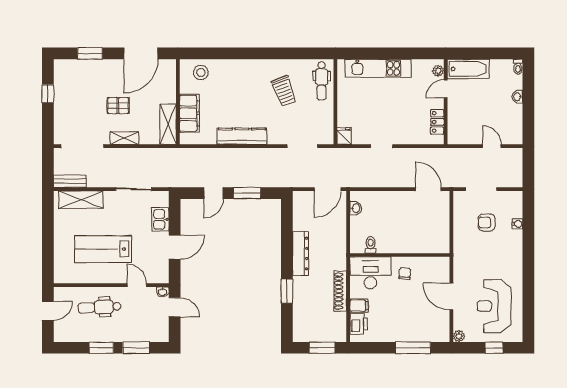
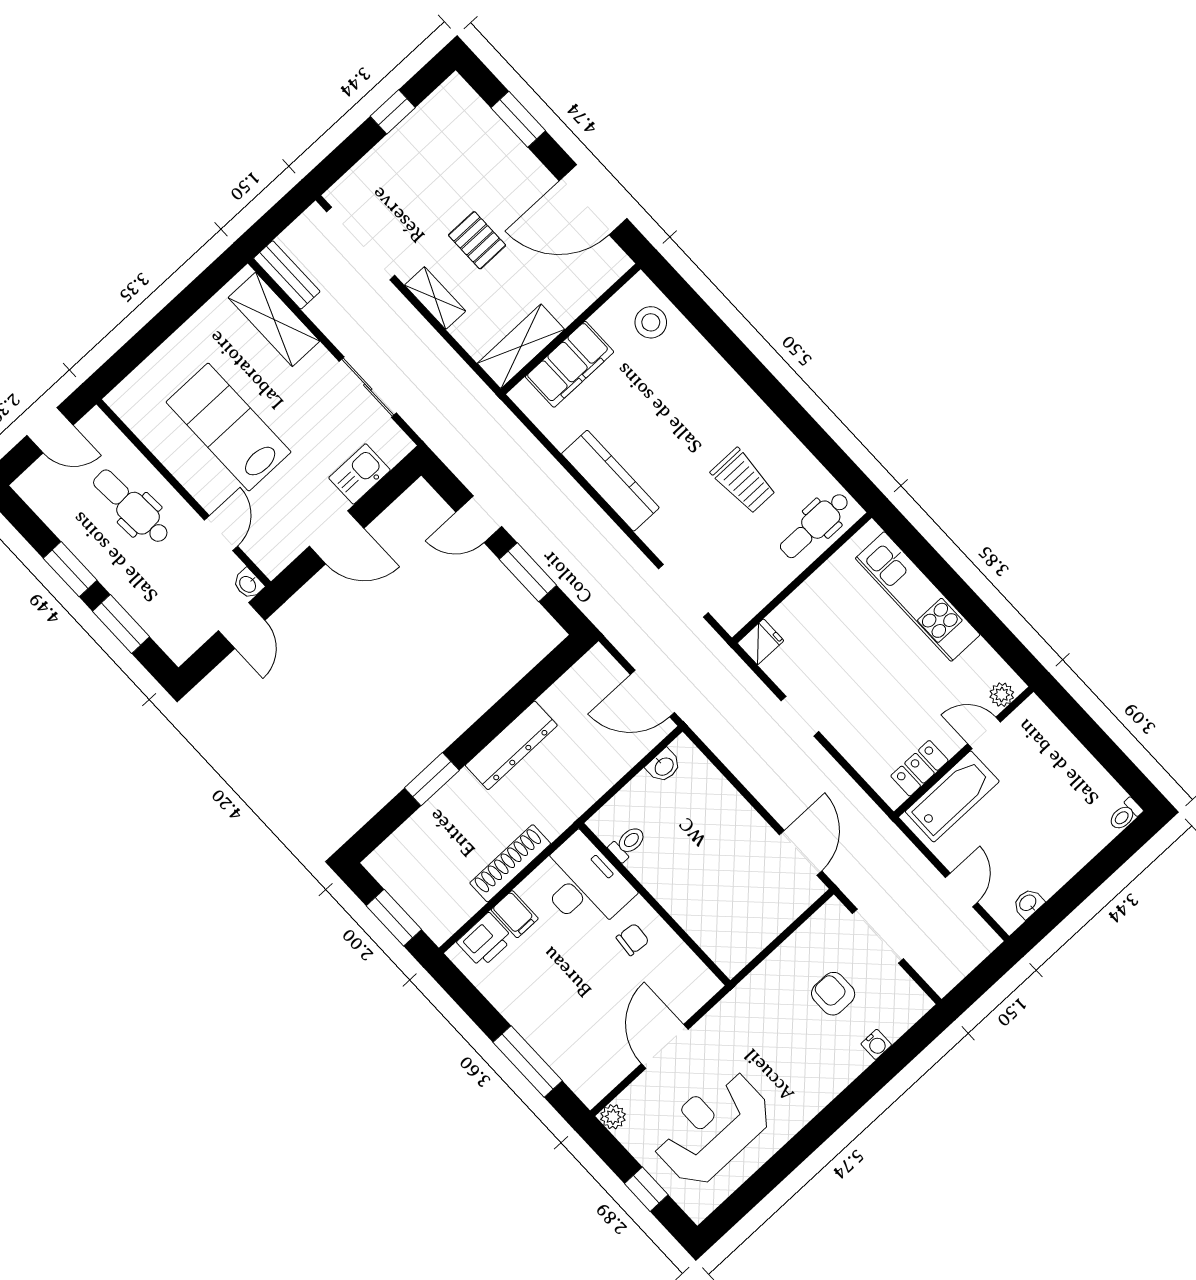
bathtub: (468, 69) -> (952, 796), moved, turned -90
trolley: (284, 91) -> (743, 481), turned -69
washbasin: (517, 97) -> (1028, 903), moved

